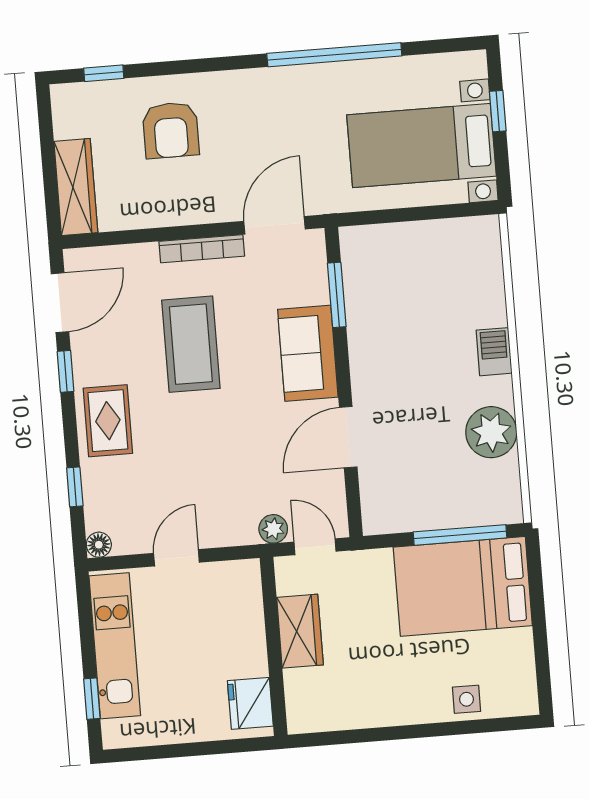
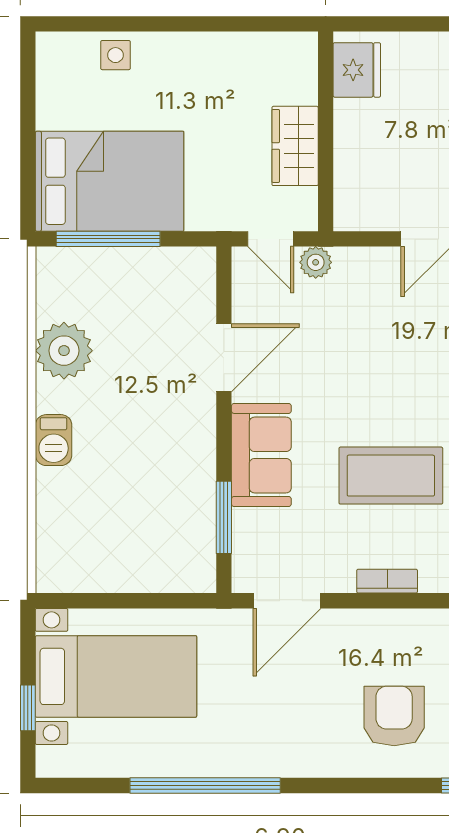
bookcase: (202, 249) -> (387, 581), width x0.64
coffee table: (191, 344) -> (391, 476), turned 90

